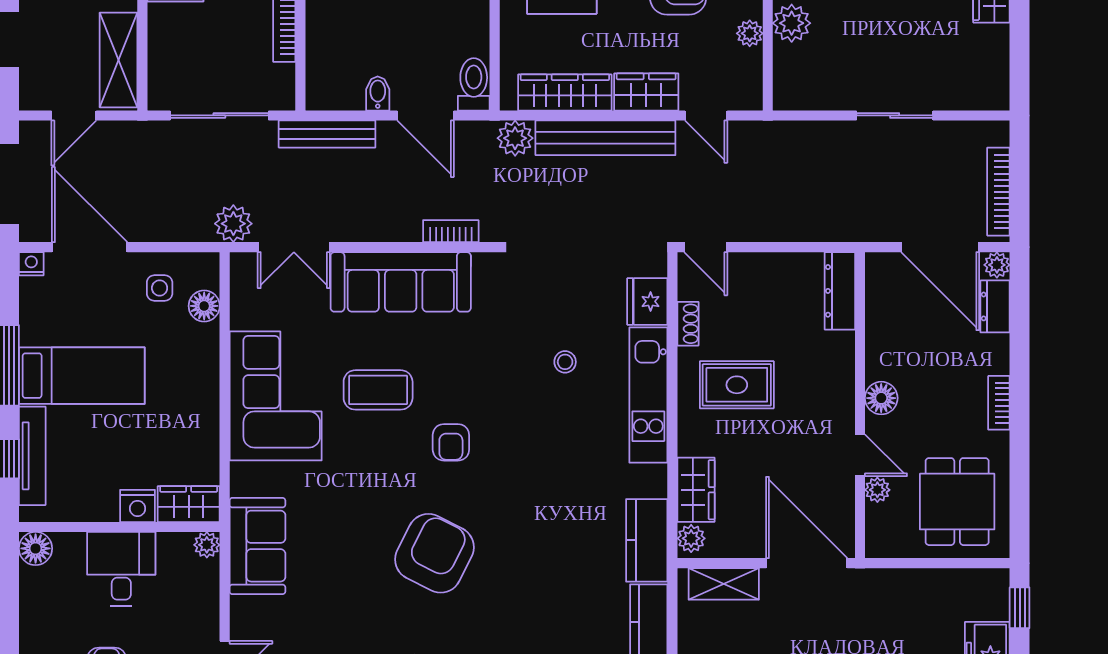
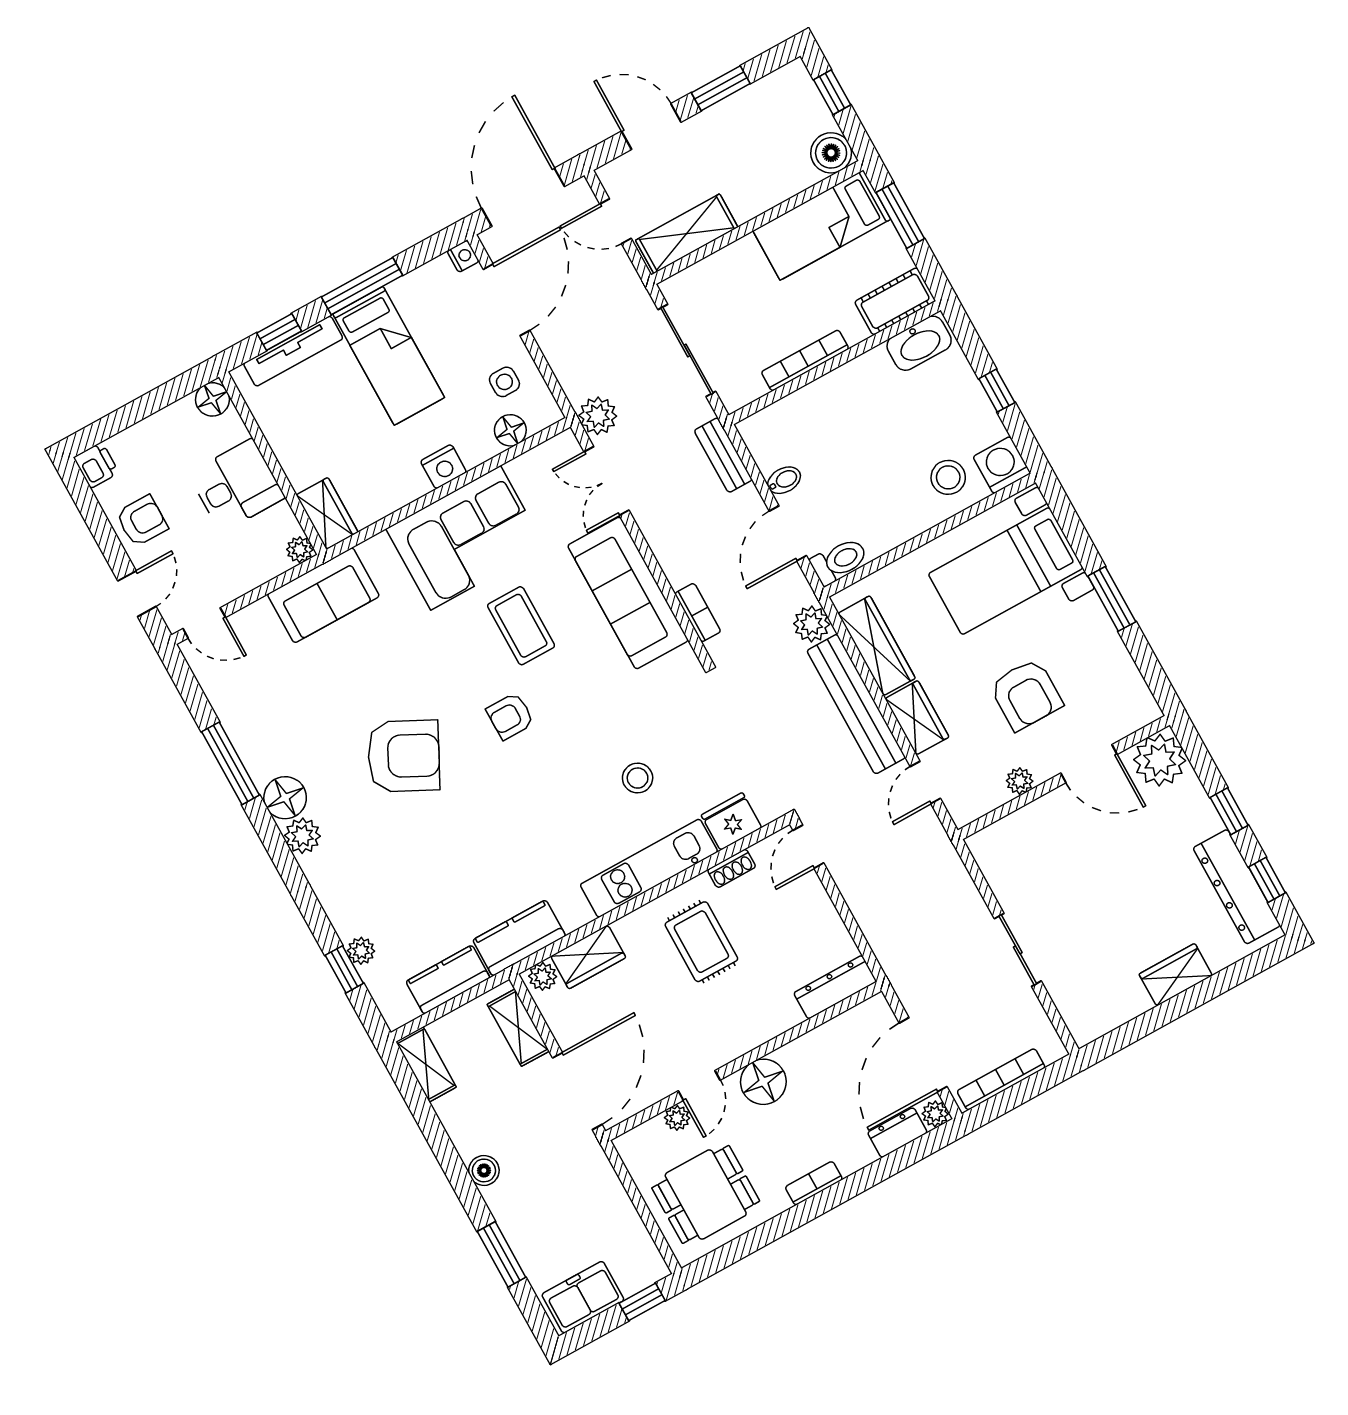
plant: (792, 23) -> (1049, 813), removed
bench: (327, 134) -> (723, 455), width x0.73
stool: (565, 362) -> (638, 778), width x1.37, depth x1.37
floor lamp: (881, 398) -> (763, 1082), width x1.38, depth x1.38
nightstand: (138, 506) -> (443, 467), moved, turned -90

